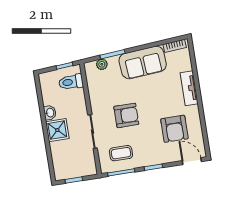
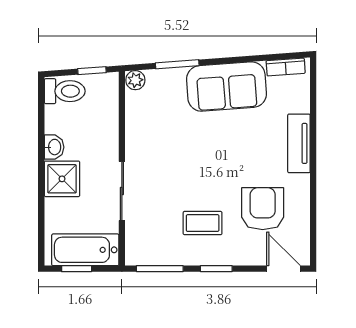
plant: (102, 64) -> (135, 80), moved
toilet: (71, 82) -> (65, 91), moved, turned 180
armchair: (126, 115) -> (184, 173), removed
armchair: (174, 129) -> (263, 209), turned 180
coffee table: (121, 153) -> (203, 223), moved
bathtub: (77, 168) -> (85, 250), added

